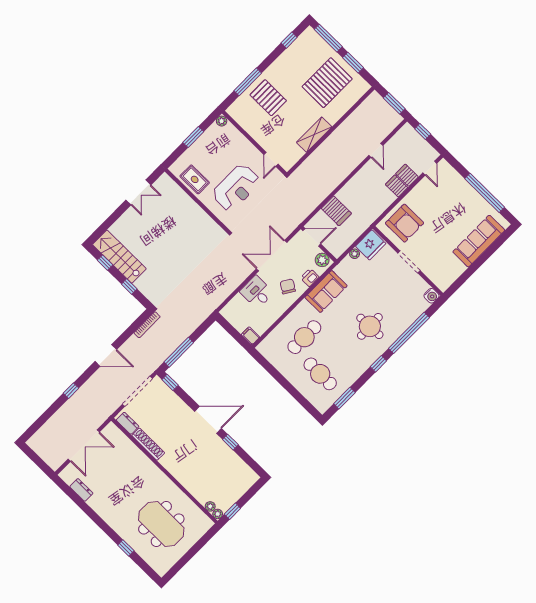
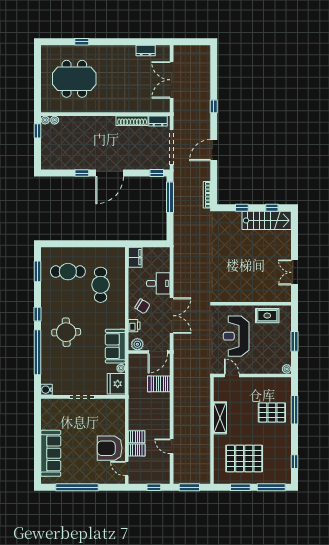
pallet: (327, 83) -> (244, 458), turned 90
armchair: (404, 223) -> (110, 448), moved
sofa: (326, 292) -> (115, 346), moved
filing cabinet: (250, 336) -> (135, 257), width x2.00

